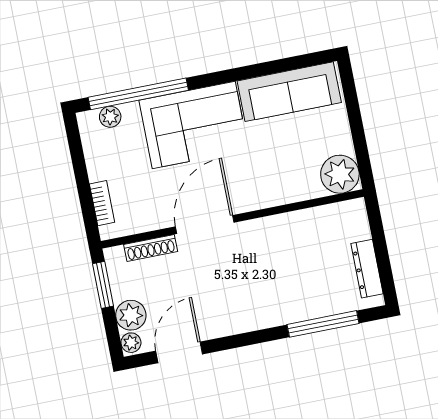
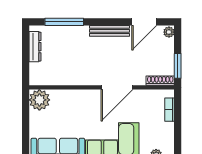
shoe rack: (151, 248) -> (160, 81), moved
plant: (131, 315) -> (166, 47), removed
bench: (238, 324) -> (110, 31), added

